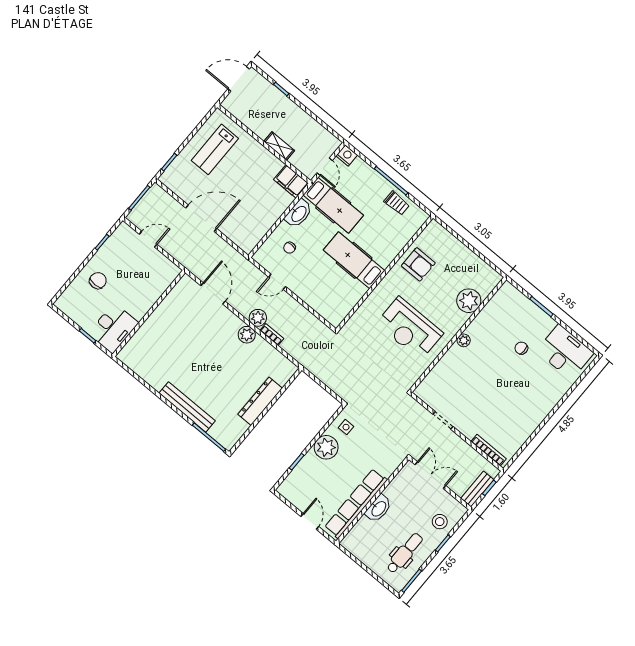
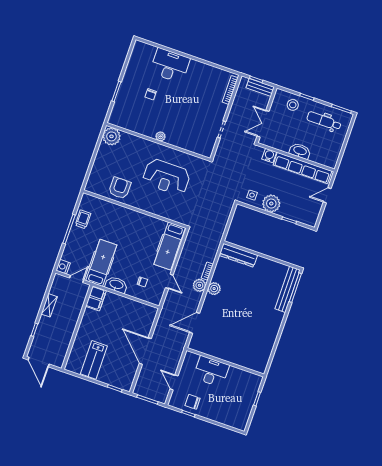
shelving: (279, 146) -> (49, 305), moved
lab bench: (215, 149) -> (94, 360), turned 90
hospital bed: (354, 260) -> (170, 246), moved
chair: (98, 281) -> (193, 402), moved
plant: (469, 301) -> (111, 136), moved
desk: (113, 328) -> (211, 371), moved
reception desk: (410, 328) -> (167, 177), turned 90
desk: (565, 352) -> (170, 65), moved, turned 90
dresser: (260, 401) -> (238, 255), moved
bench: (187, 407) -> (288, 289), moved
water cooler: (388, 468) -> (269, 155), added

